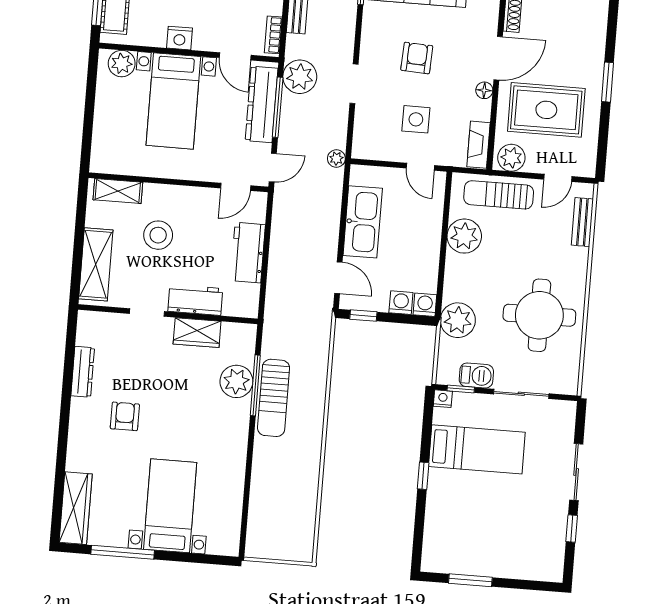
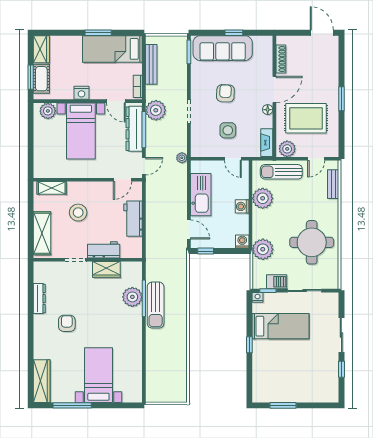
washing machine: (401, 303) -> (242, 206), moved, turned -90

